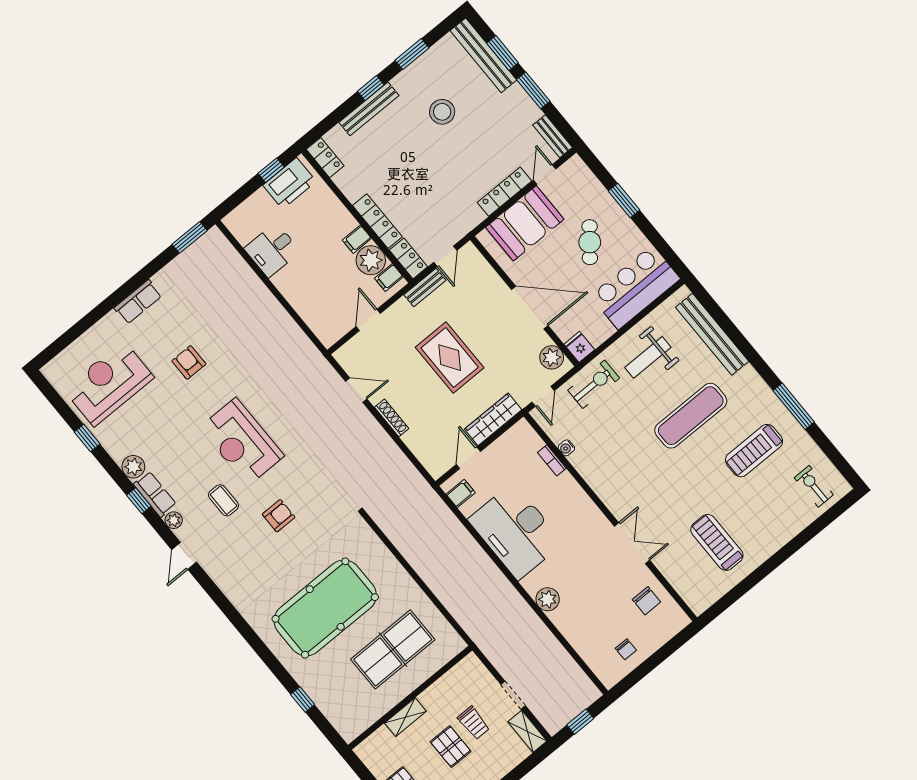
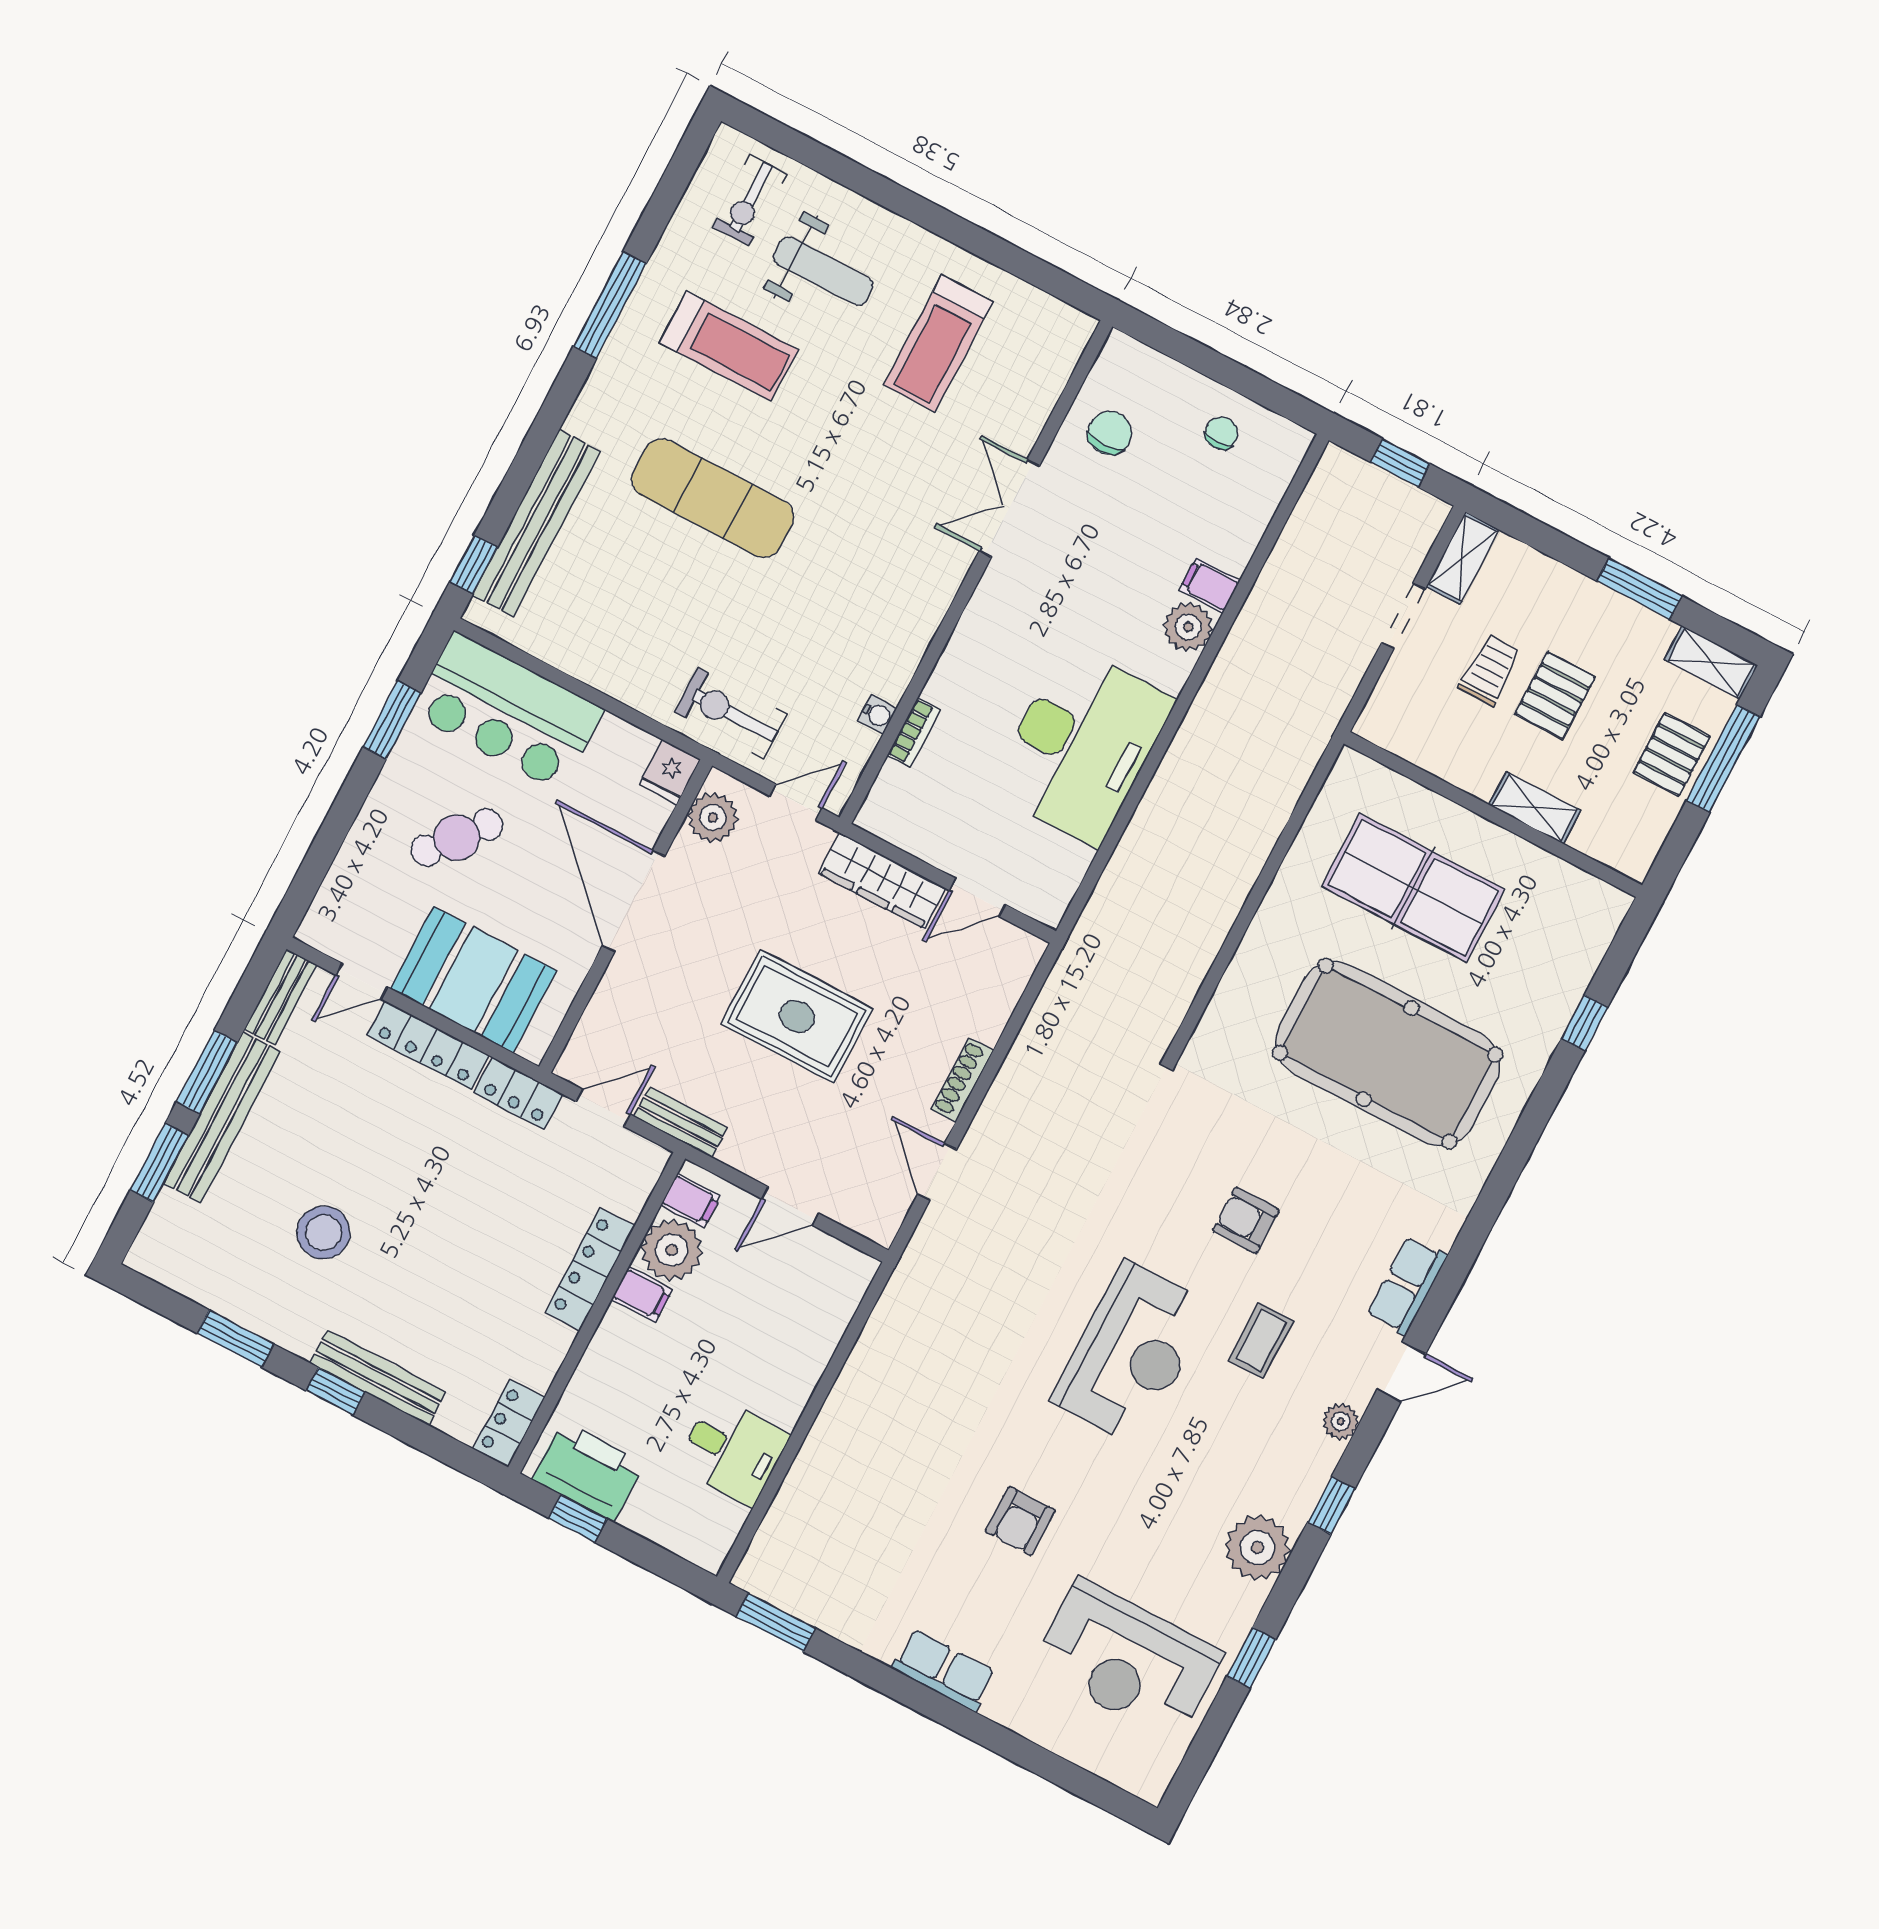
bench: (483, 55) -> (222, 1118), moved
window: (624, 200) -> (392, 720), moved
locker: (408, 258) -> (518, 1093), moved, turned -90
window: (706, 299) -> (474, 564), added
weight bench: (648, 357) -> (823, 271), moved
rug: (450, 358) -> (797, 1016), turned 90
plant: (133, 467) -> (1258, 1548), width x1.36, depth x1.36
filing cabinet: (461, 493) -> (1210, 585), moved
row of seats: (155, 494) -> (1407, 1286), moved

